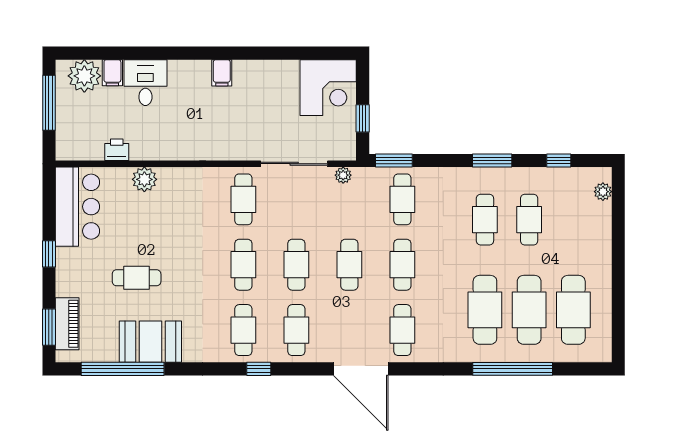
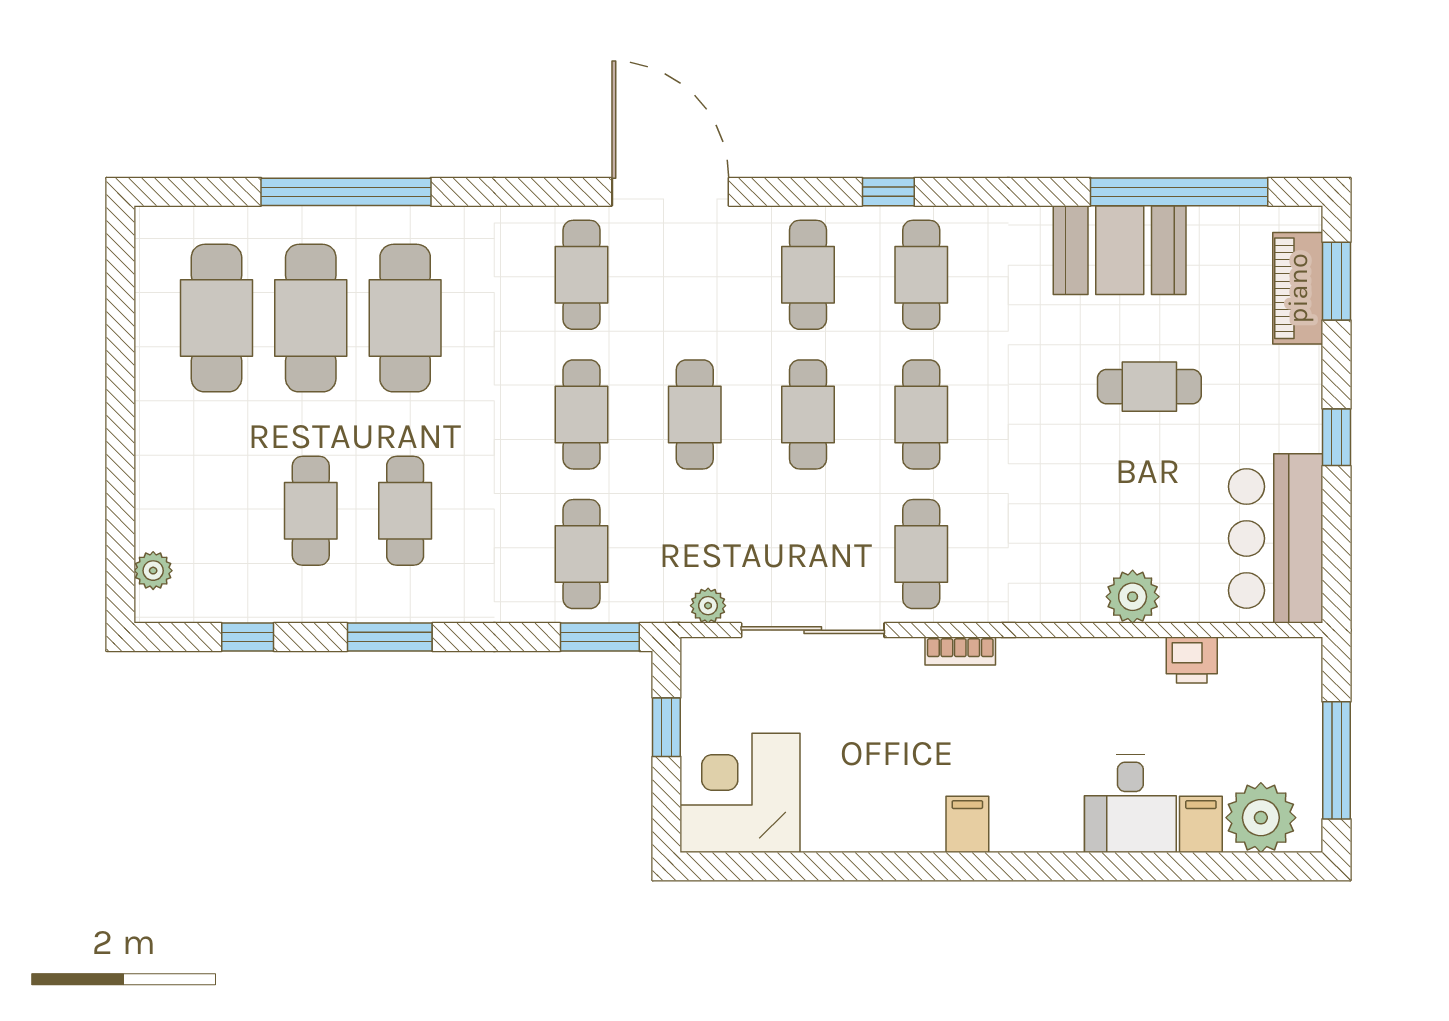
bookcase: (225, 154) -> (960, 651), added

